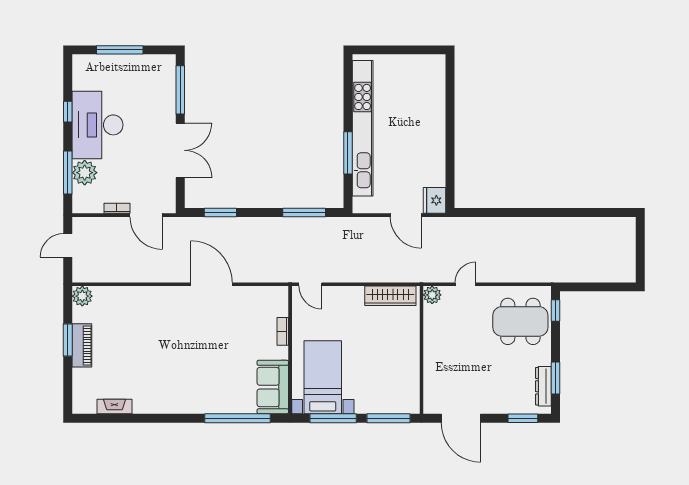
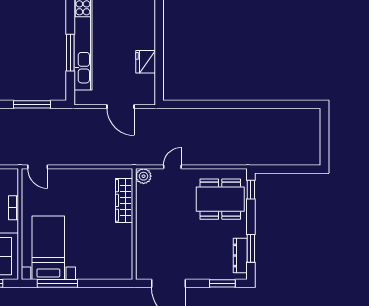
fridge: (435, 200) -> (146, 62), moved
wardrobe: (390, 296) -> (124, 200), moved, turned 90
window: (388, 418) -> (105, 283), removed

